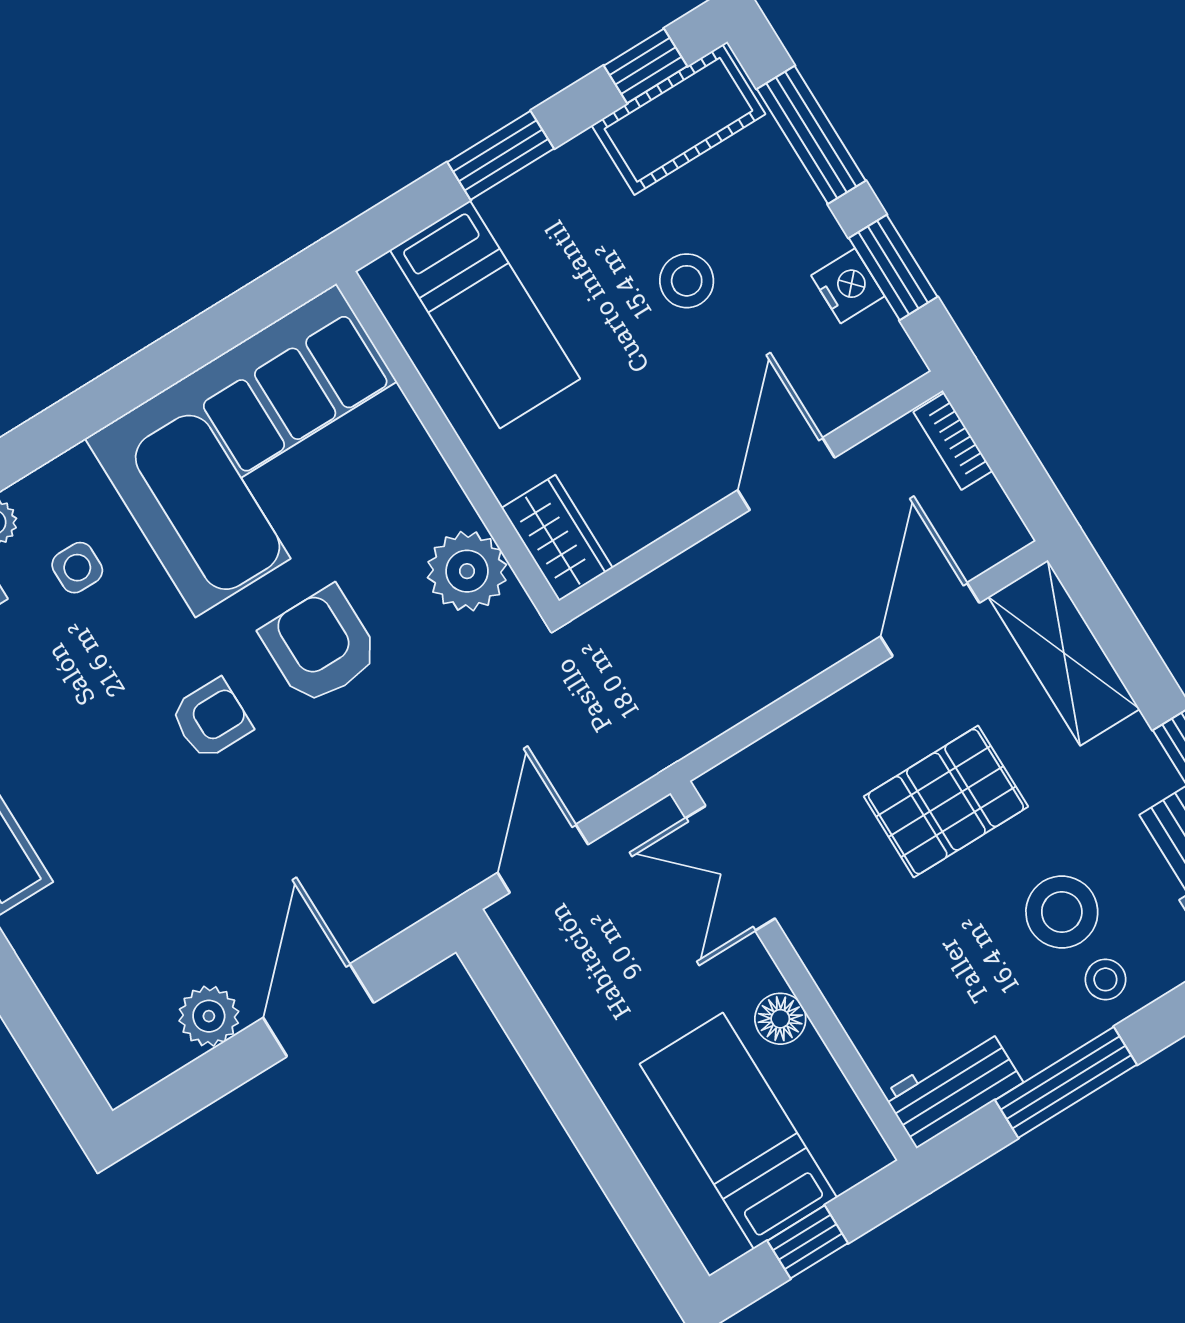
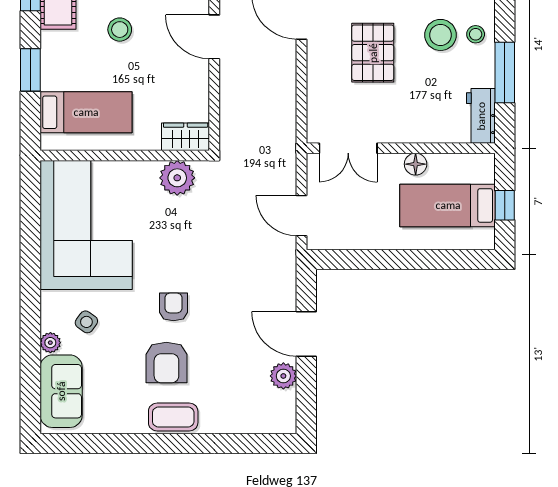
side table: (77, 568) -> (86, 322), turned 36
armchair: (320, 646) -> (166, 363), moved, turned -90

